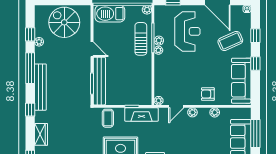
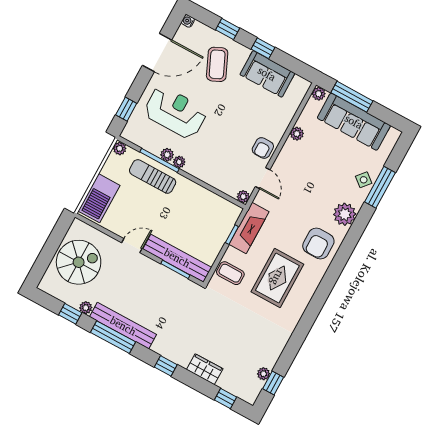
spiral stairs: (64, 22) -> (79, 262), turned 180
sofa: (241, 81) -> (267, 74), width x0.73
bench: (40, 87) -> (123, 326), moved
armchair: (208, 94) -> (263, 148), moved
plant: (192, 112) -> (319, 94), moved

